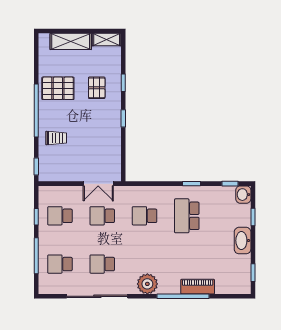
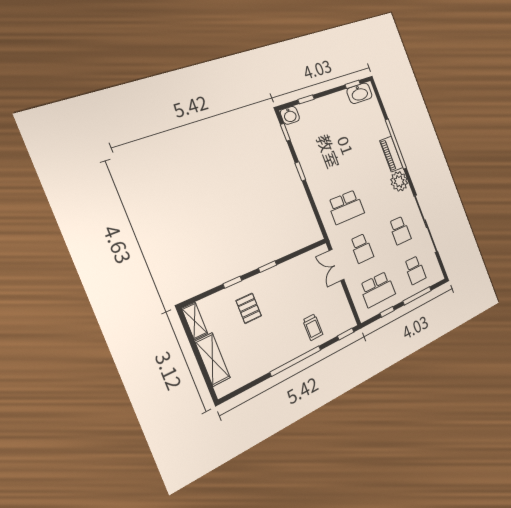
pallet: (58, 88) -> (265, 349), removed
pallet: (97, 88) -> (249, 308), turned 90
trolley: (56, 138) -> (313, 327), turned 180
double door: (98, 184) -> (336, 265), swing flipped
school desk: (60, 216) -> (378, 289), width x1.85
school desk: (145, 216) -> (346, 207), width x1.85
school desk: (187, 216) -> (330, 165), removed
washbasin: (243, 241) -> (359, 93), moved
piano: (198, 287) -> (391, 154), moved

